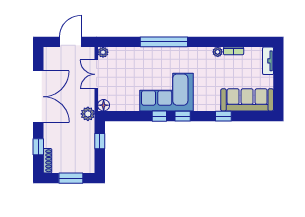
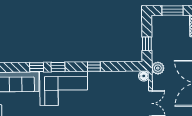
corner sofa: (166, 92) -> (64, 88), moved
window: (183, 116) -> (58, 67), moved

